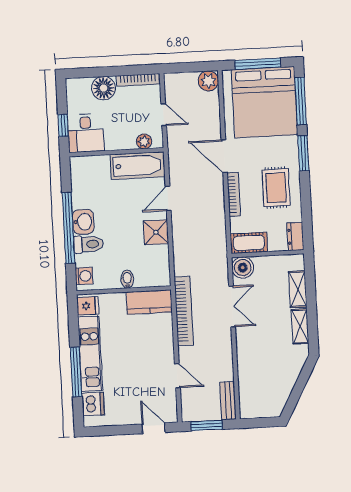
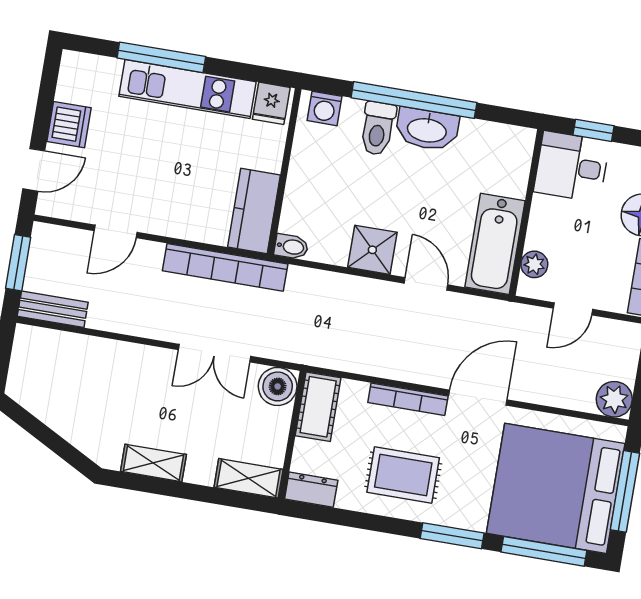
washbasin: (83, 222) -> (427, 129), width x1.38
bidet: (127, 279) -> (291, 247), moved
shelving: (298, 289) -> (249, 478), moved
dishwasher: (93, 404) -> (69, 125), moved, turned -90

